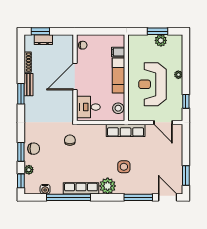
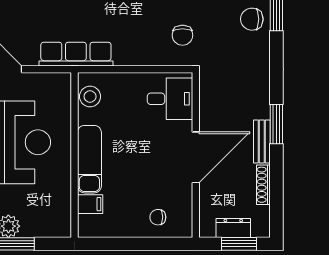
door: (75, 76) -> (196, 157), moved
wall: (75, 78) -> (196, 155), moved
desk: (88, 107) -> (170, 99), moved

